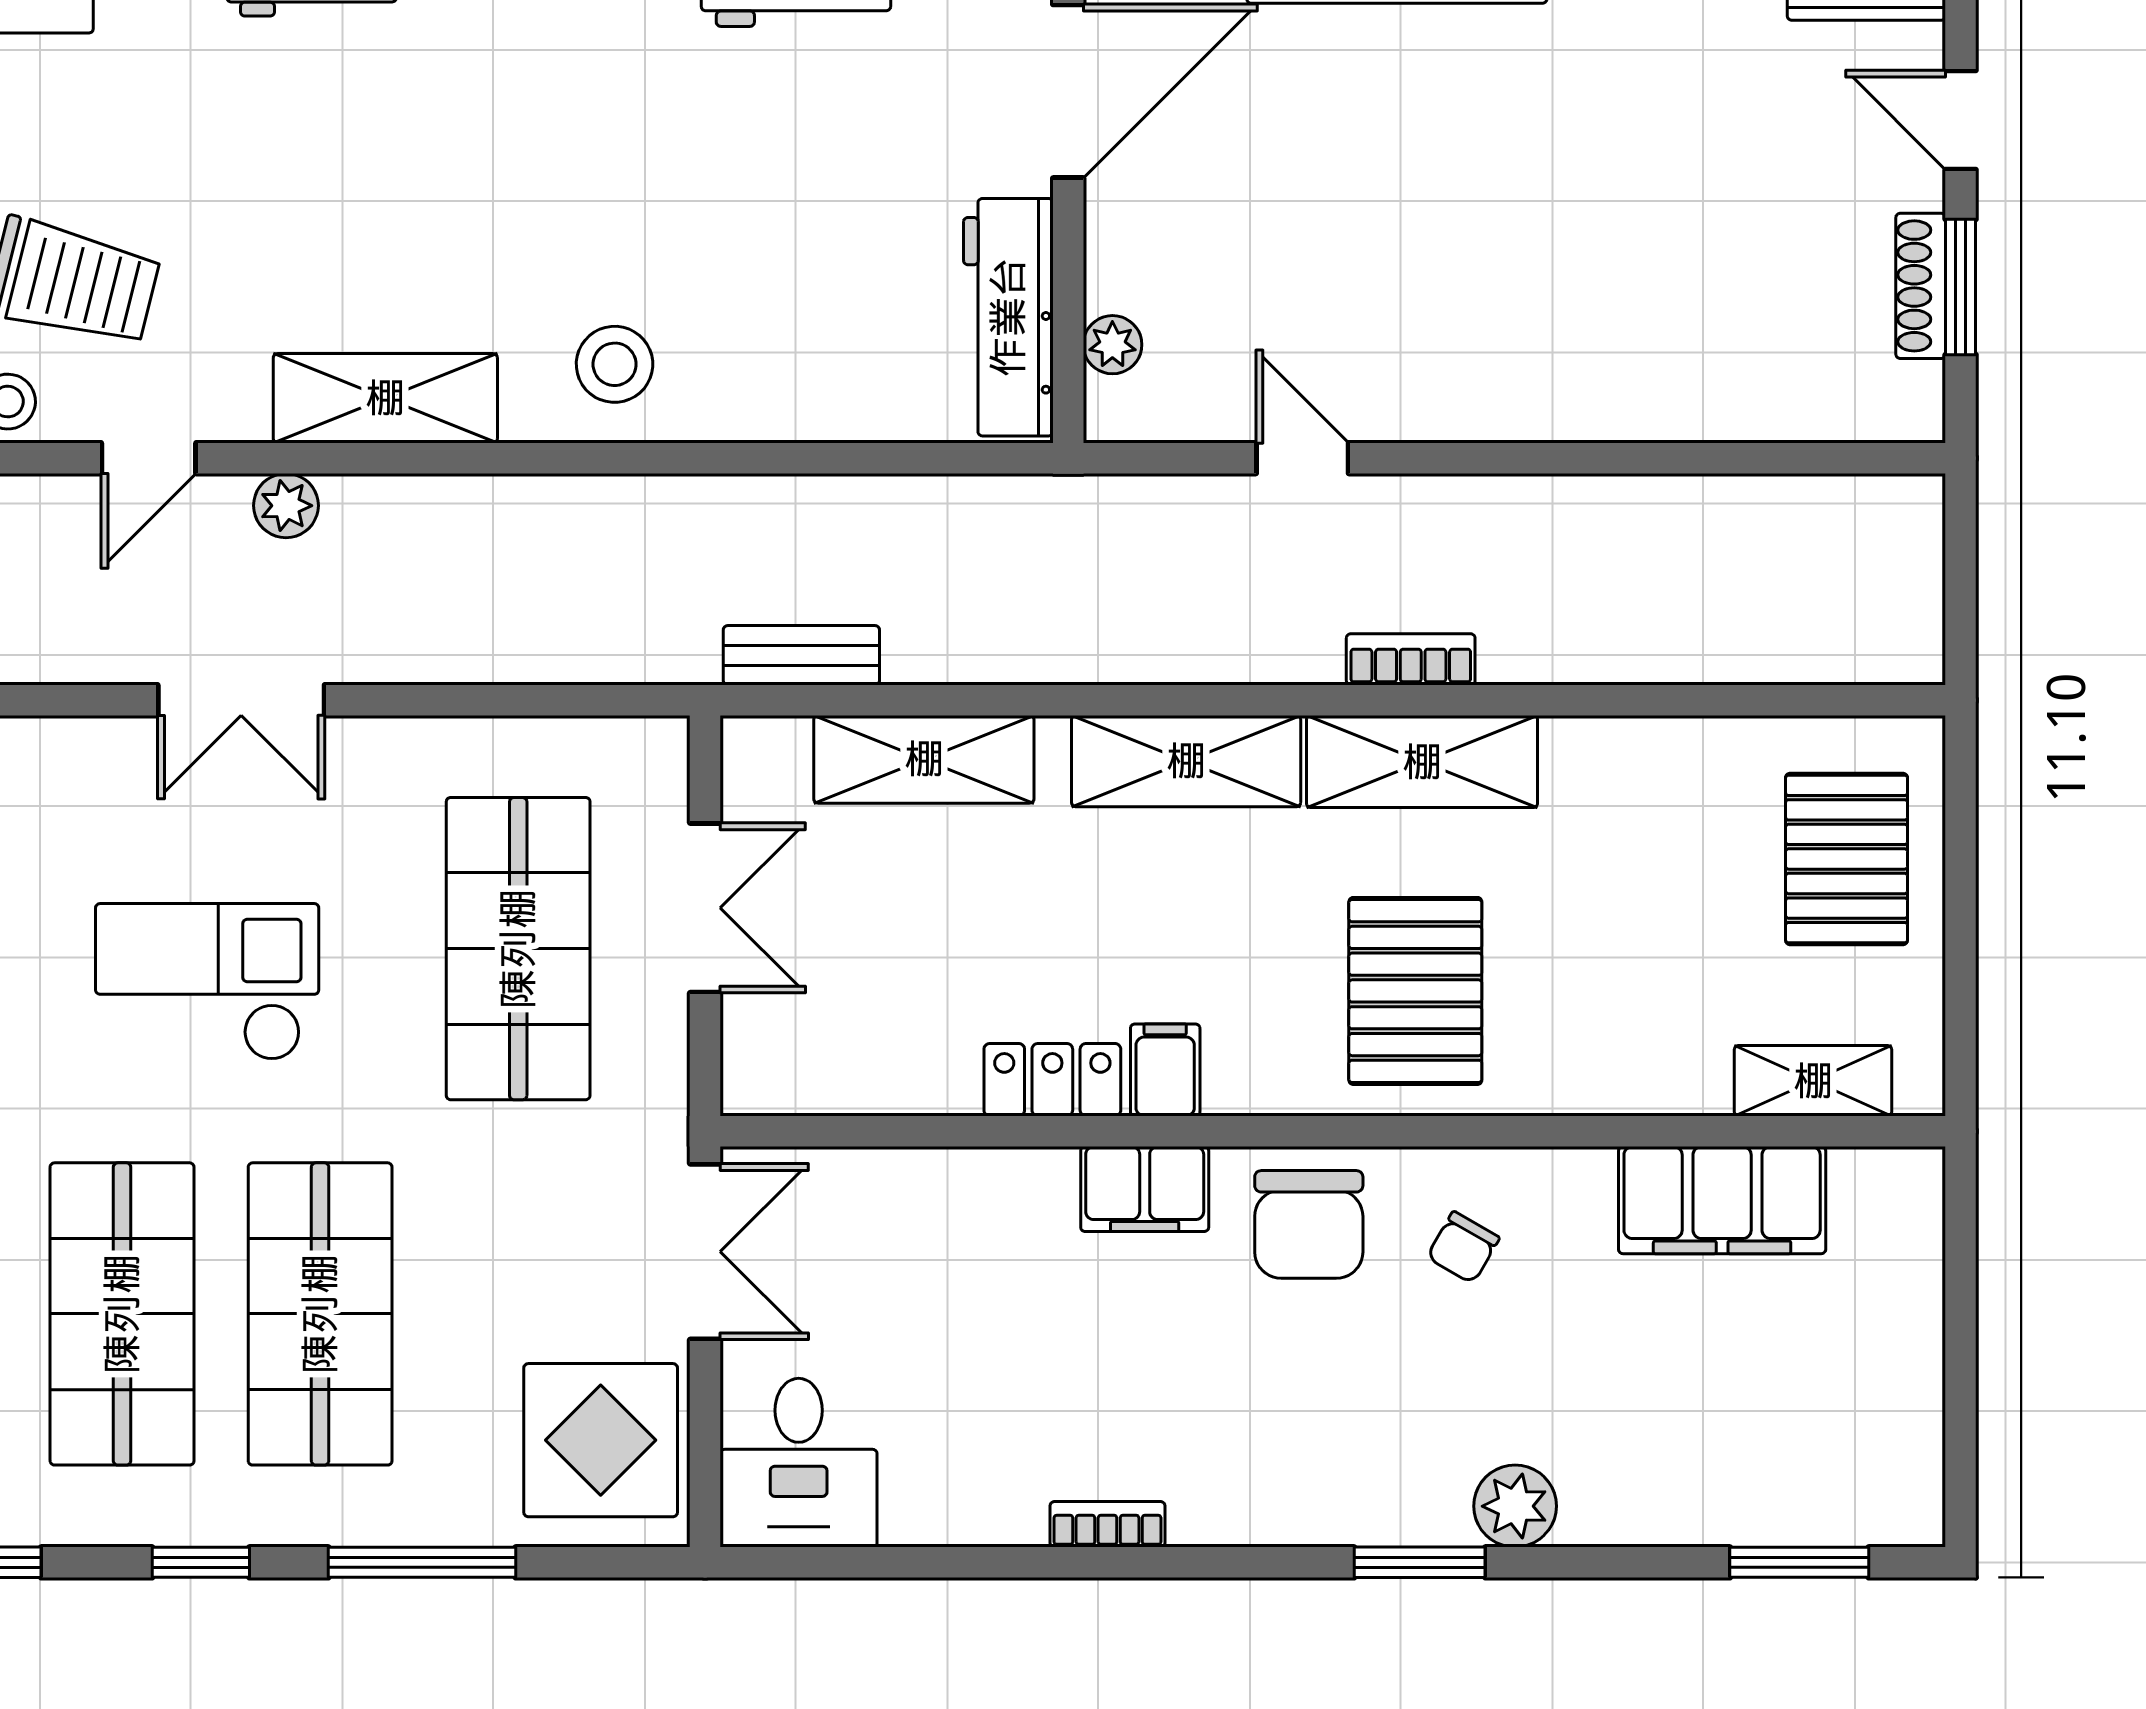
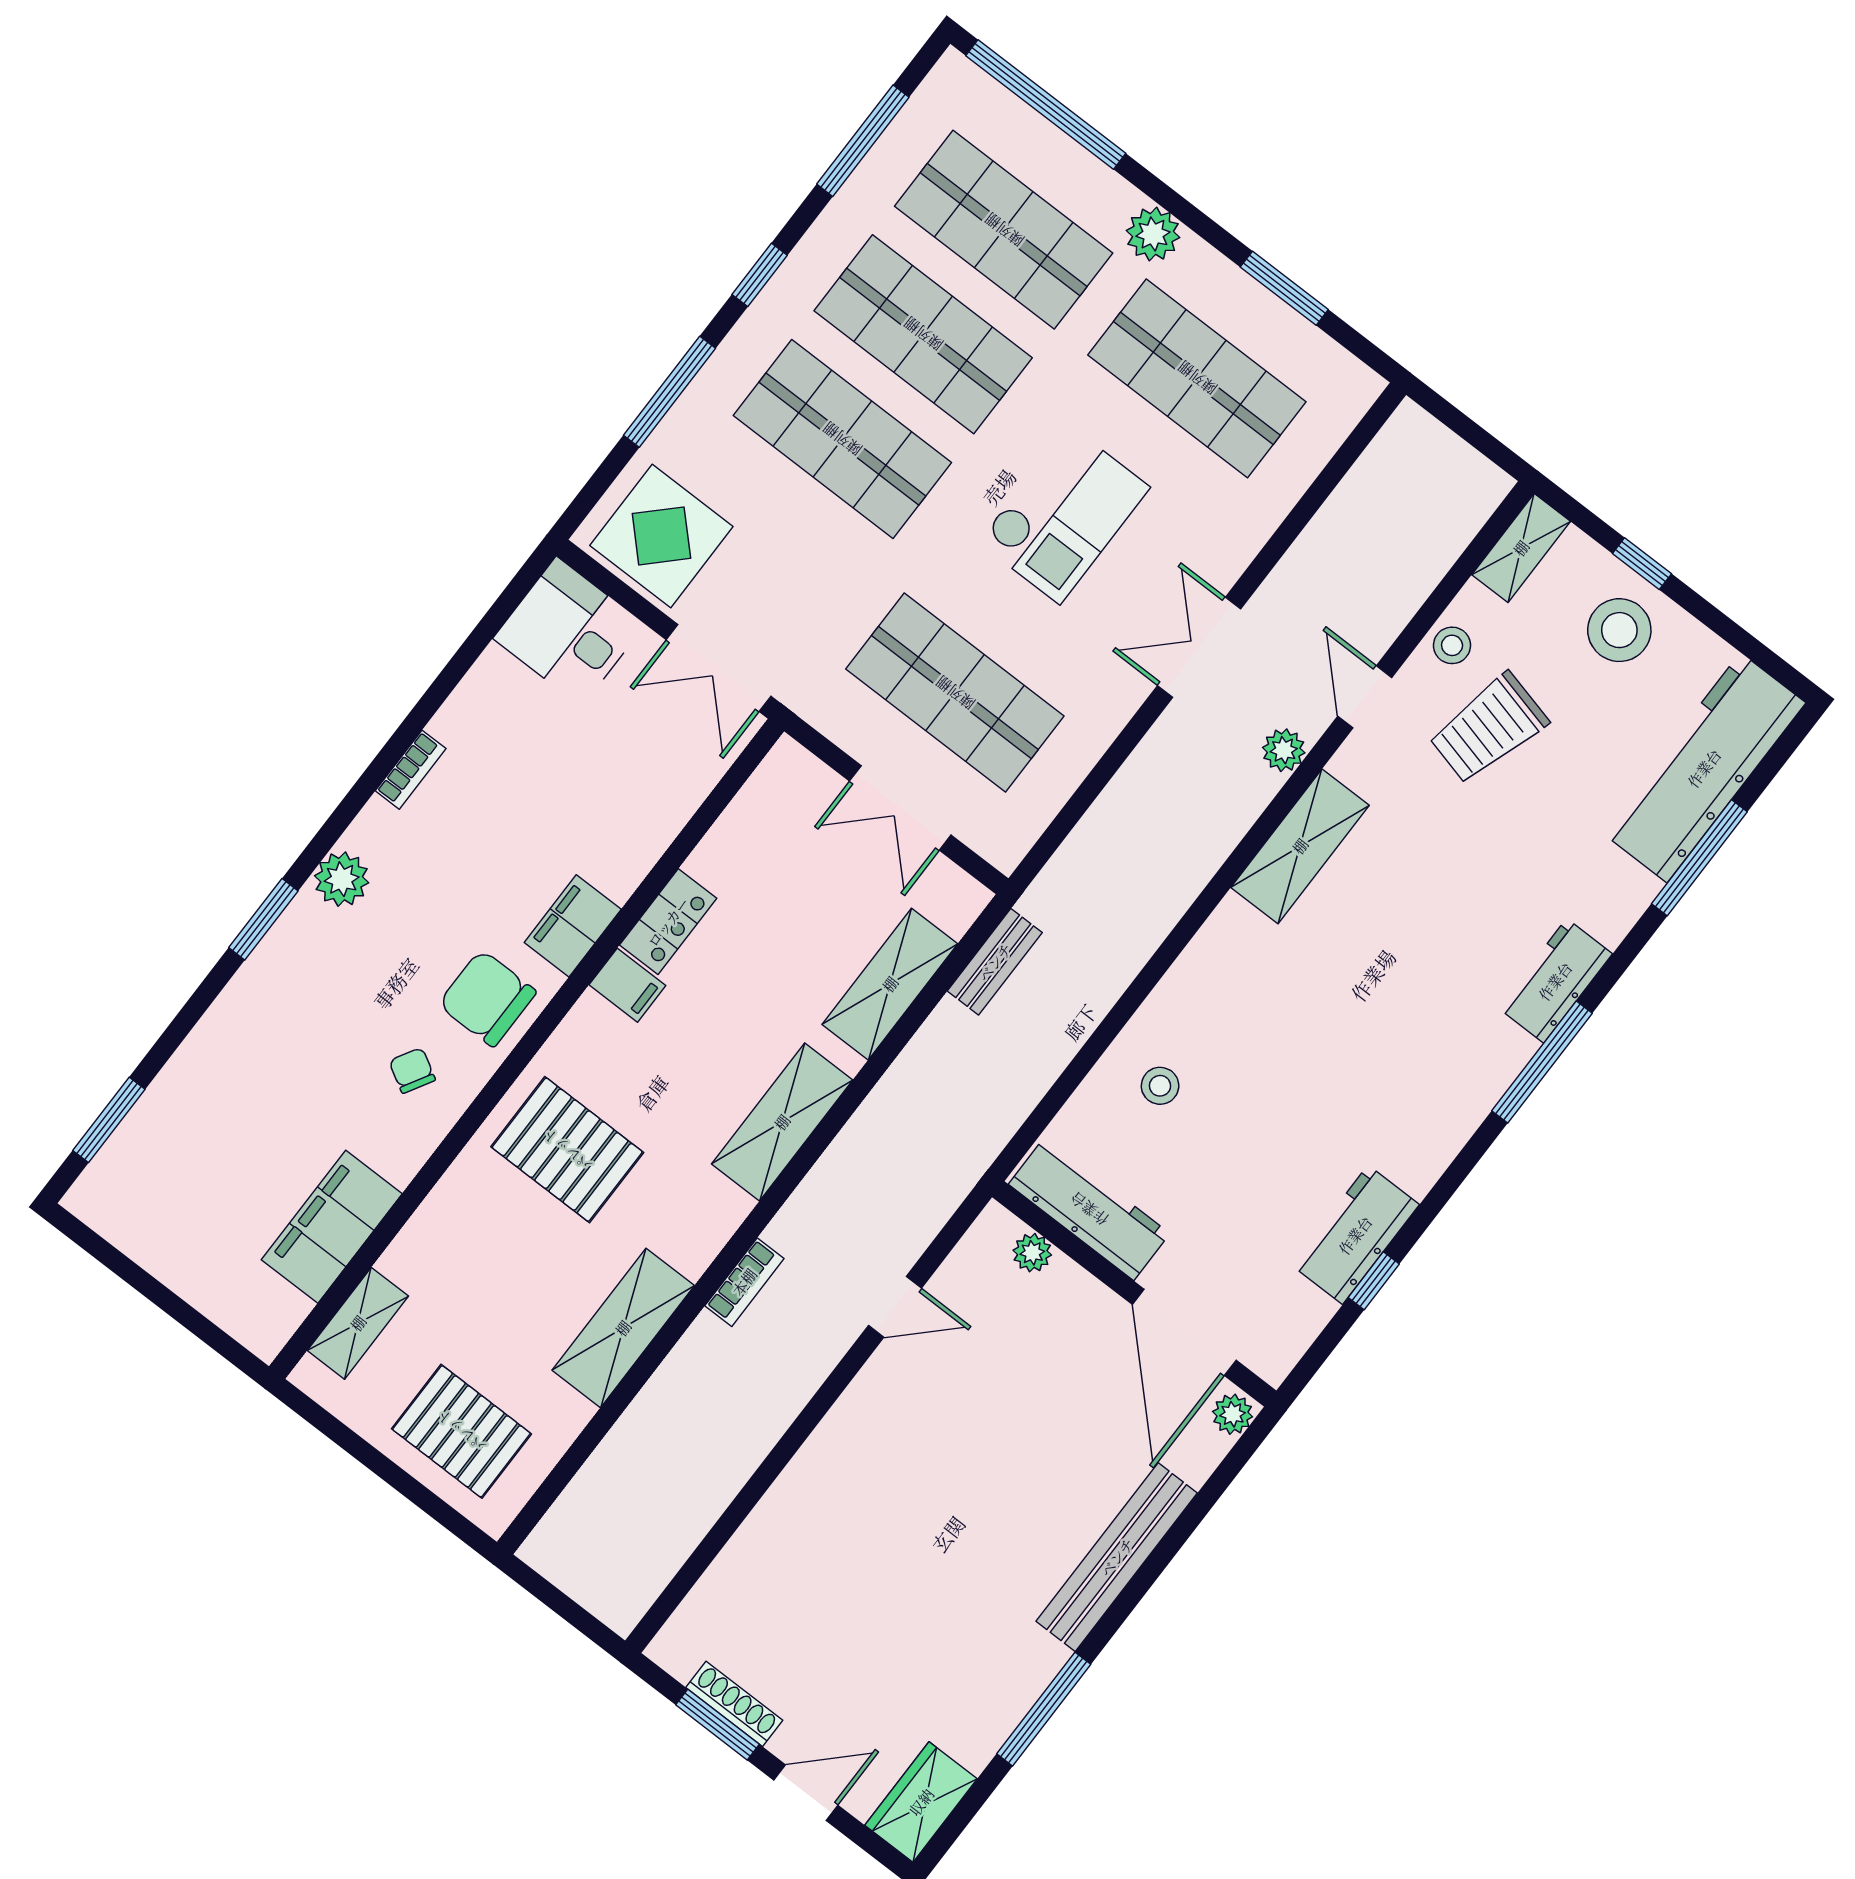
stool: (615, 364) -> (1160, 1086), moved, width x0.73, depth x0.73
shelving: (1422, 762) -> (623, 1328), moved
plant: (1515, 1506) -> (342, 879), moved

